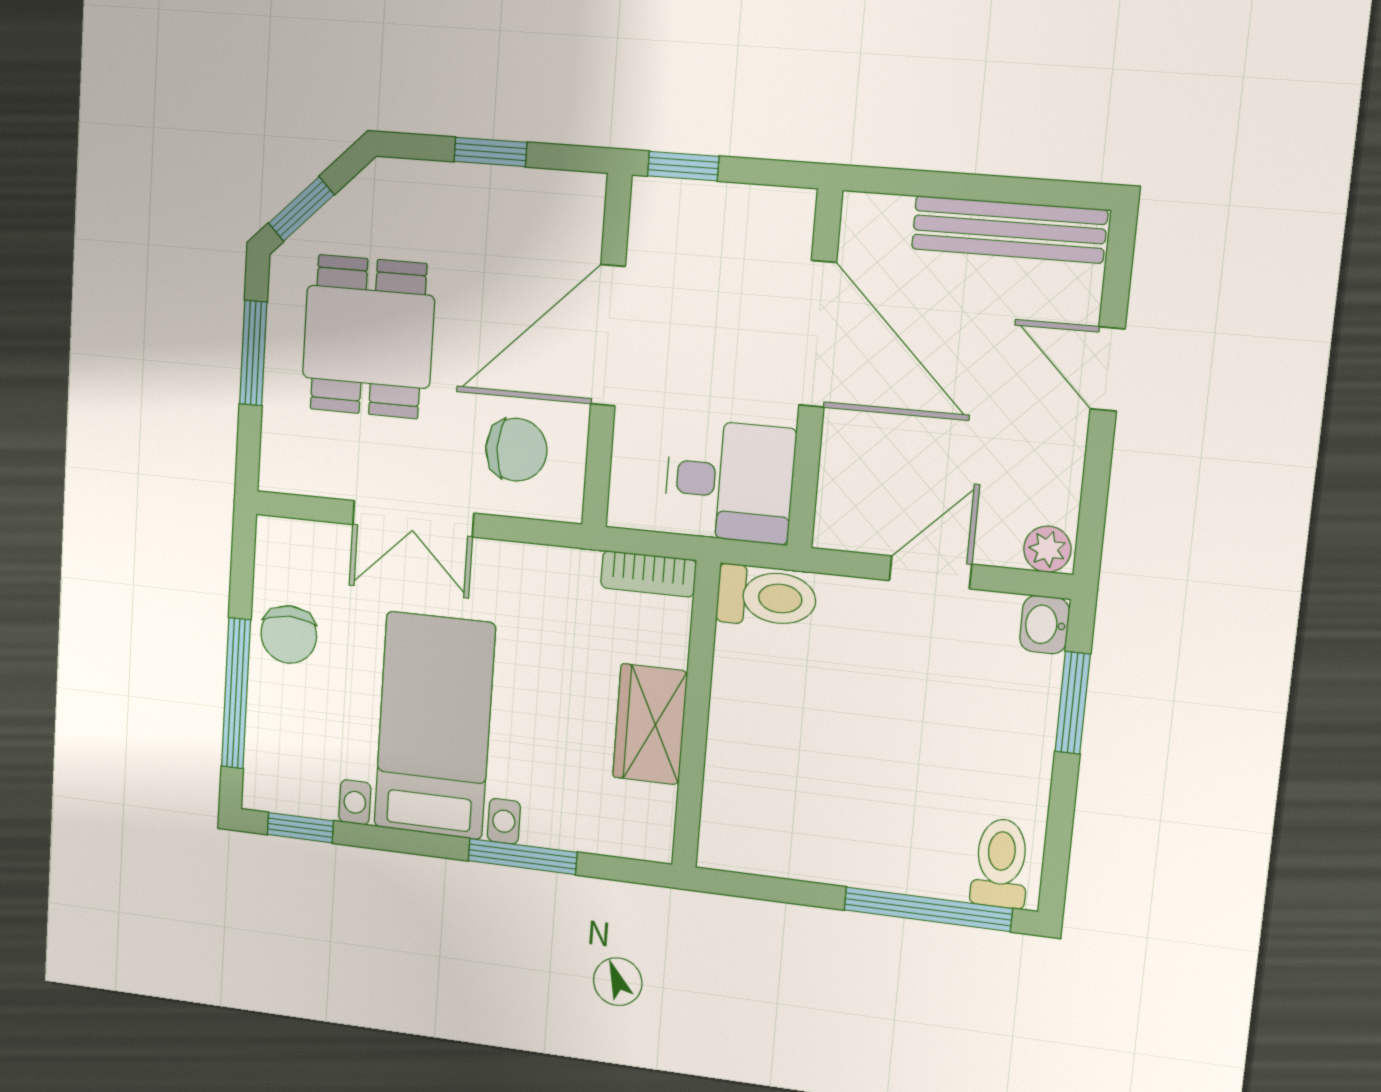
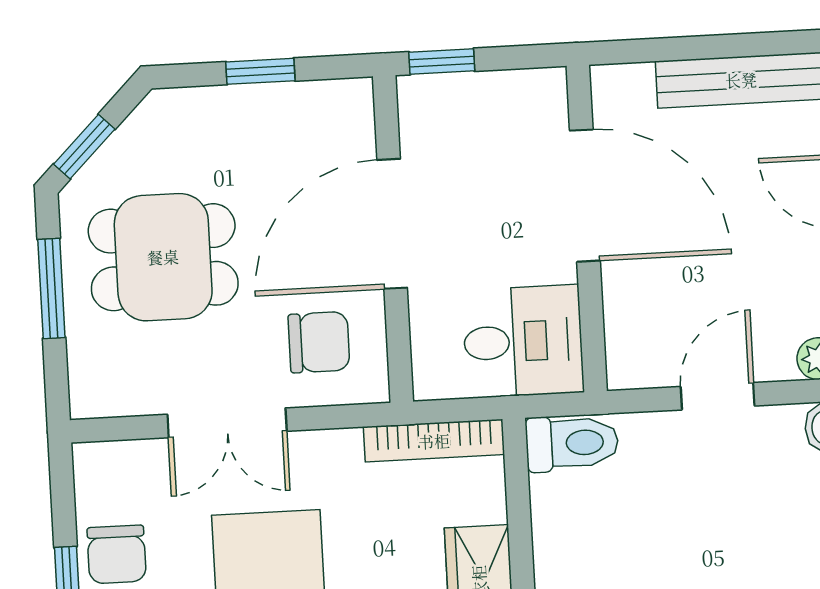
dining table: (368, 337) -> (163, 257), turned 90
bookcase: (648, 574) -> (434, 441), width x1.56

